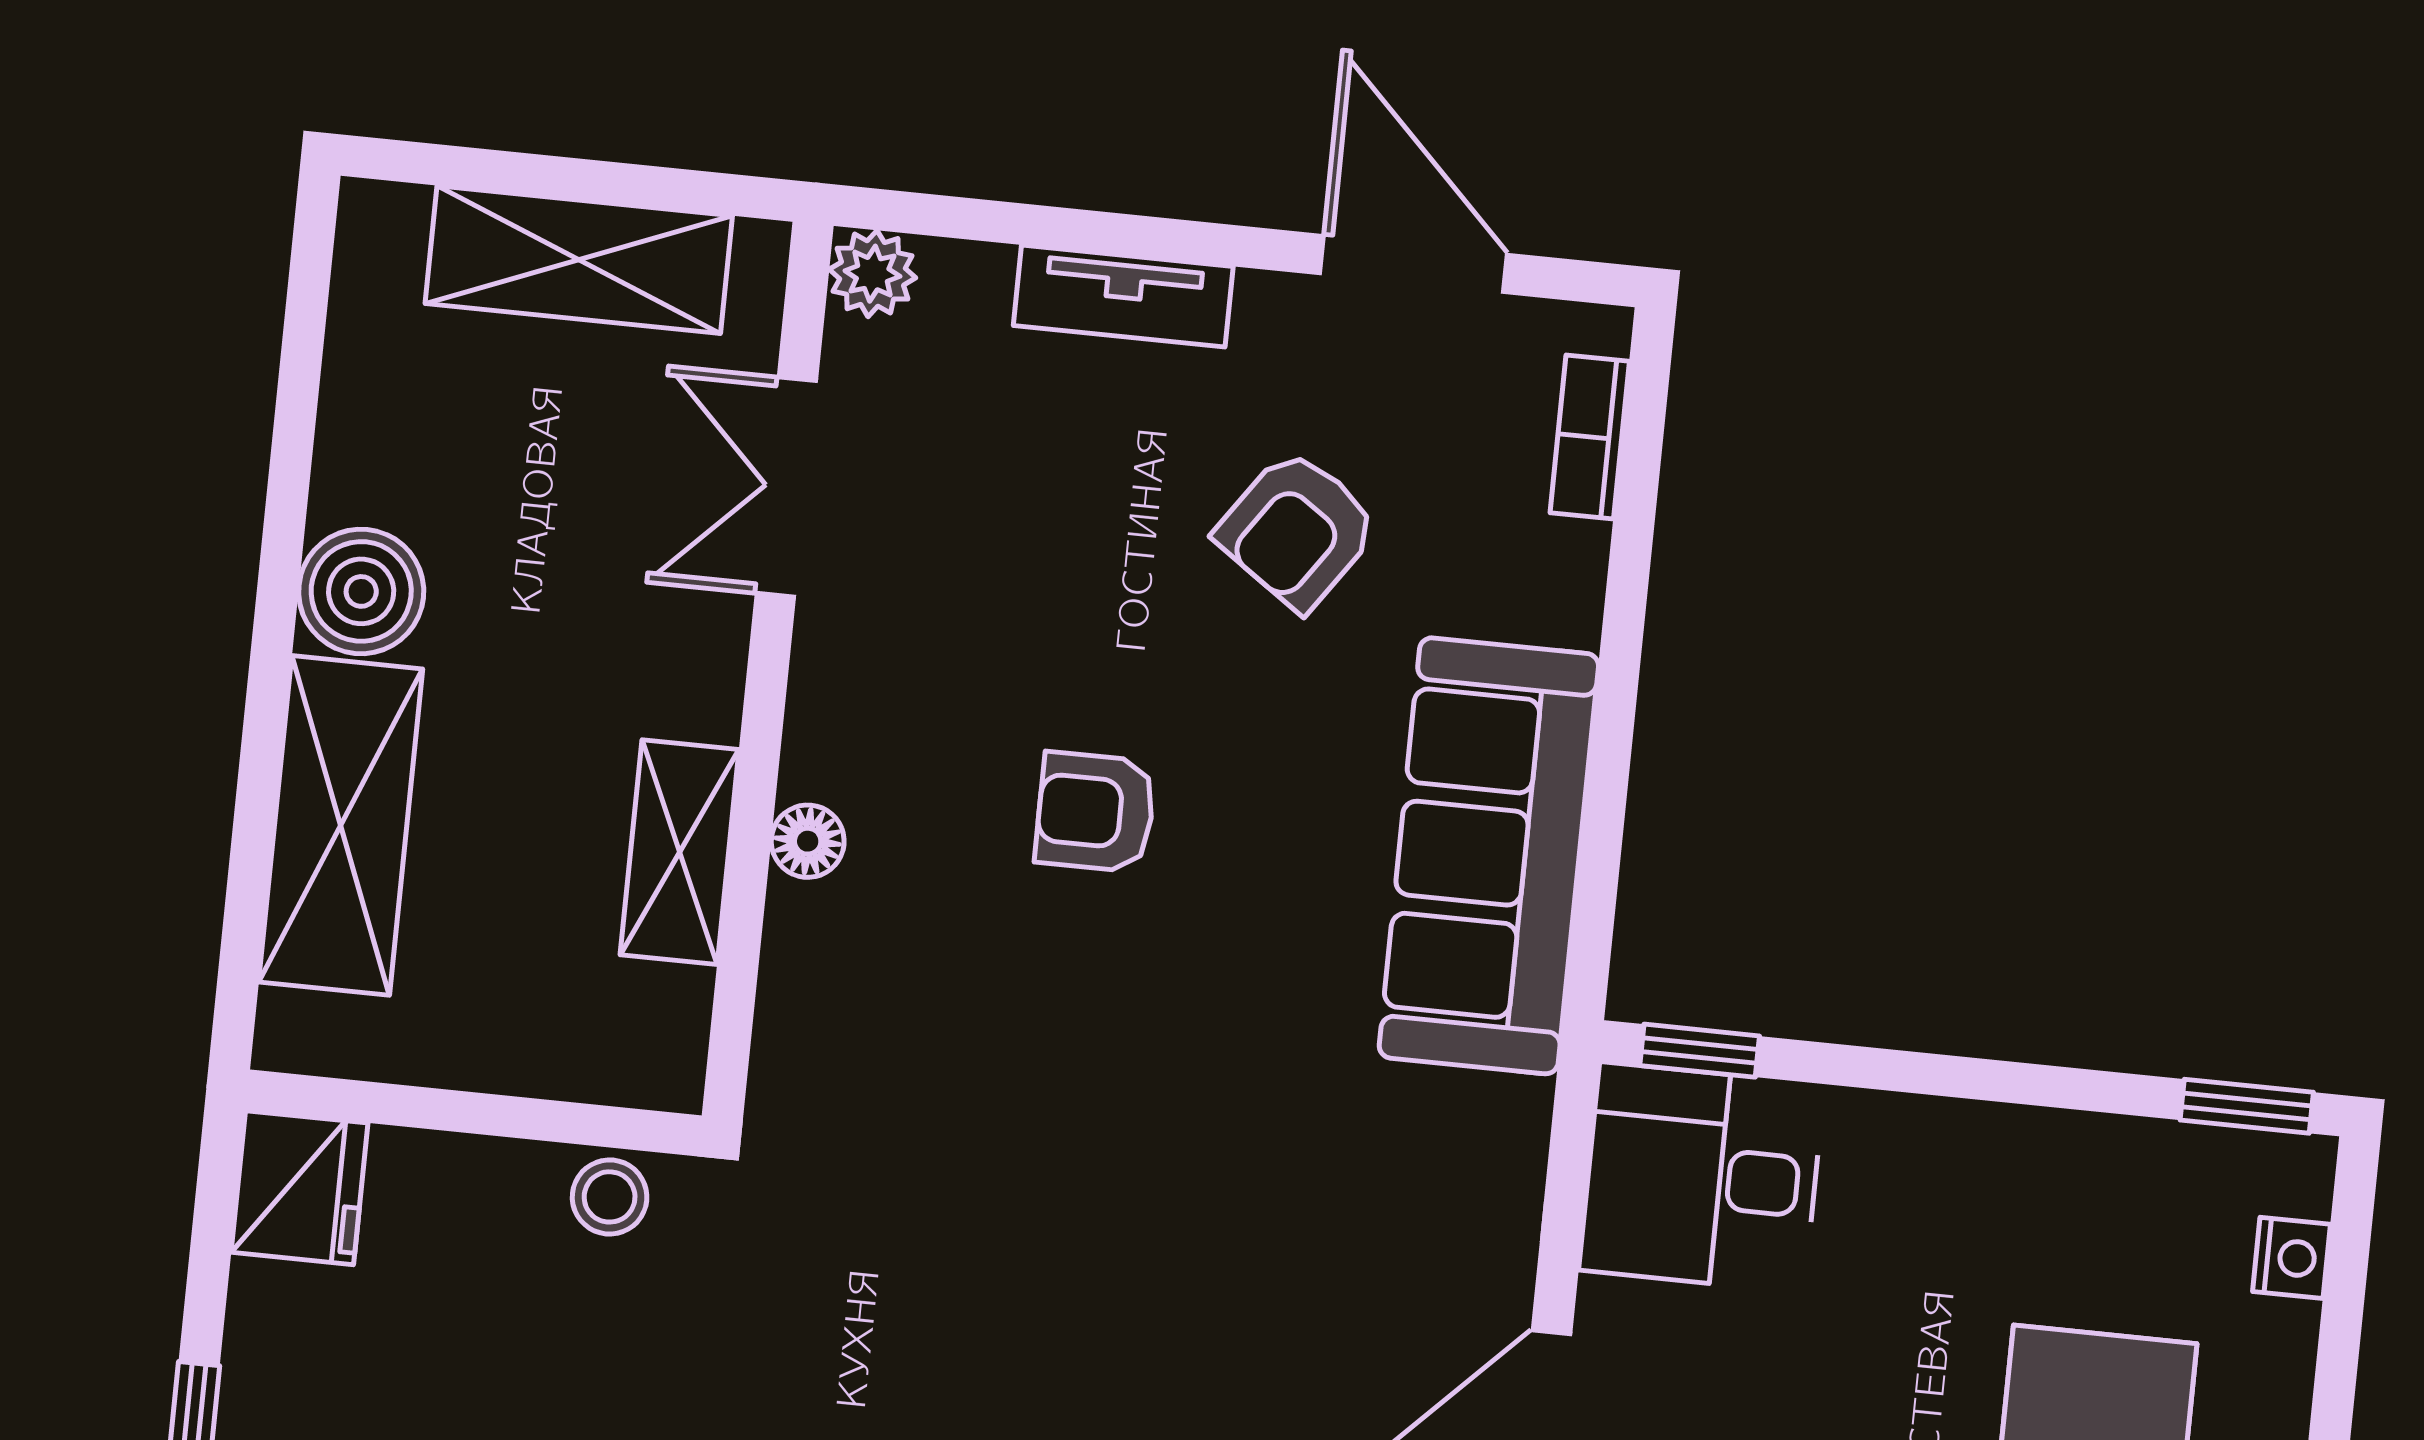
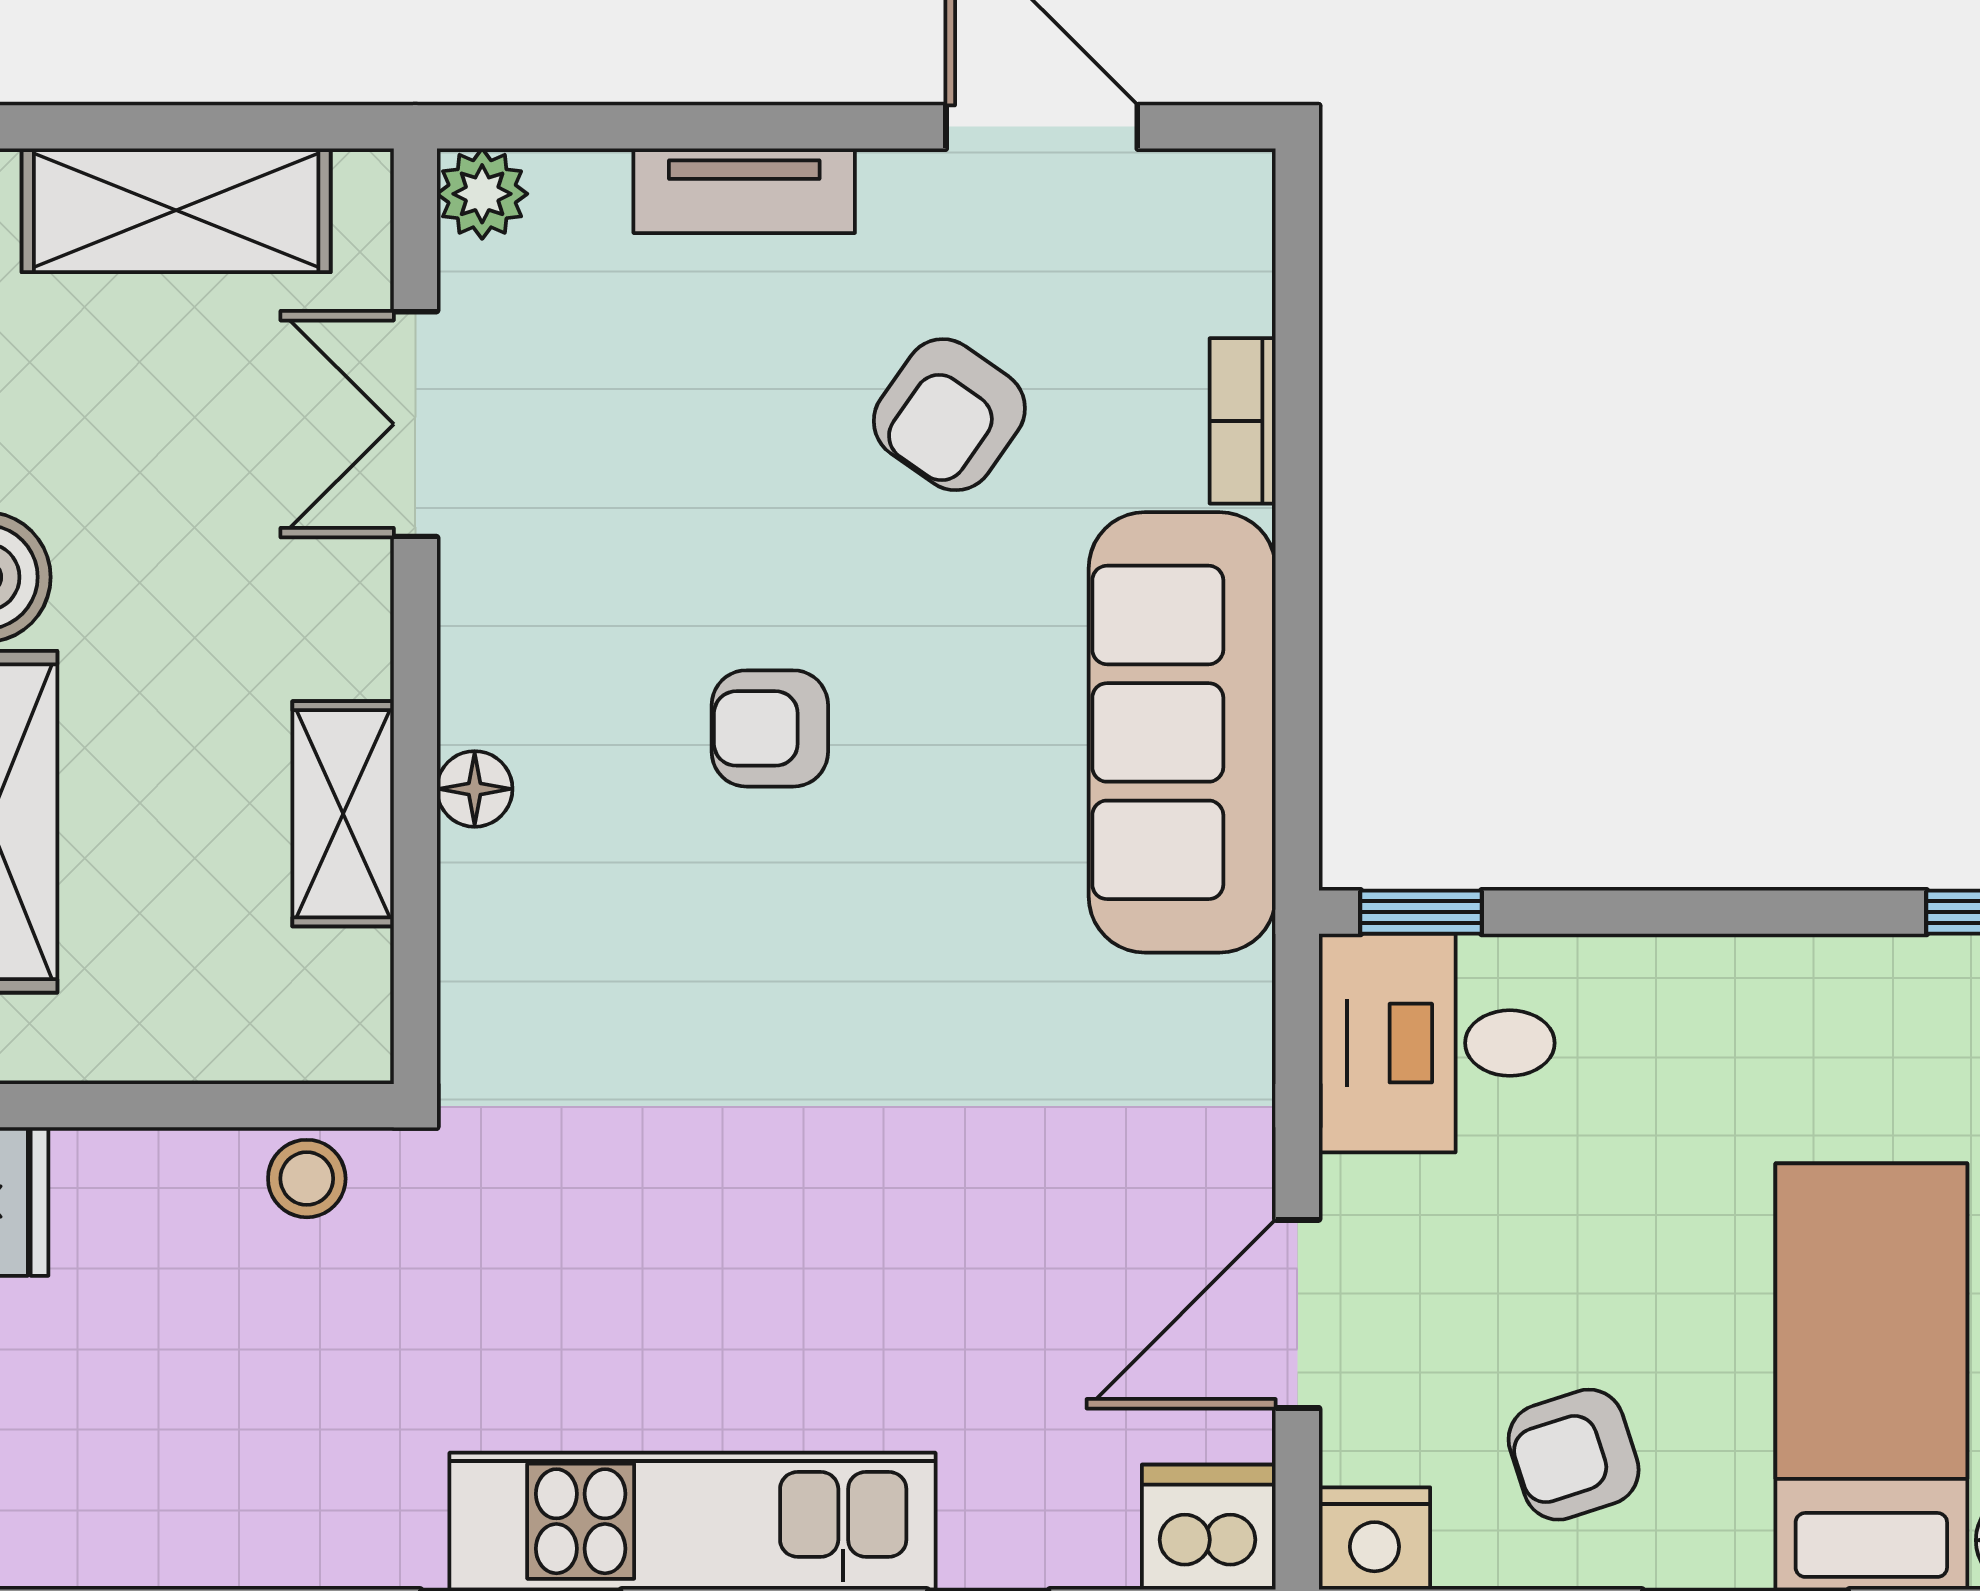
bookcase: (1590, 437) -> (1243, 421), moved

